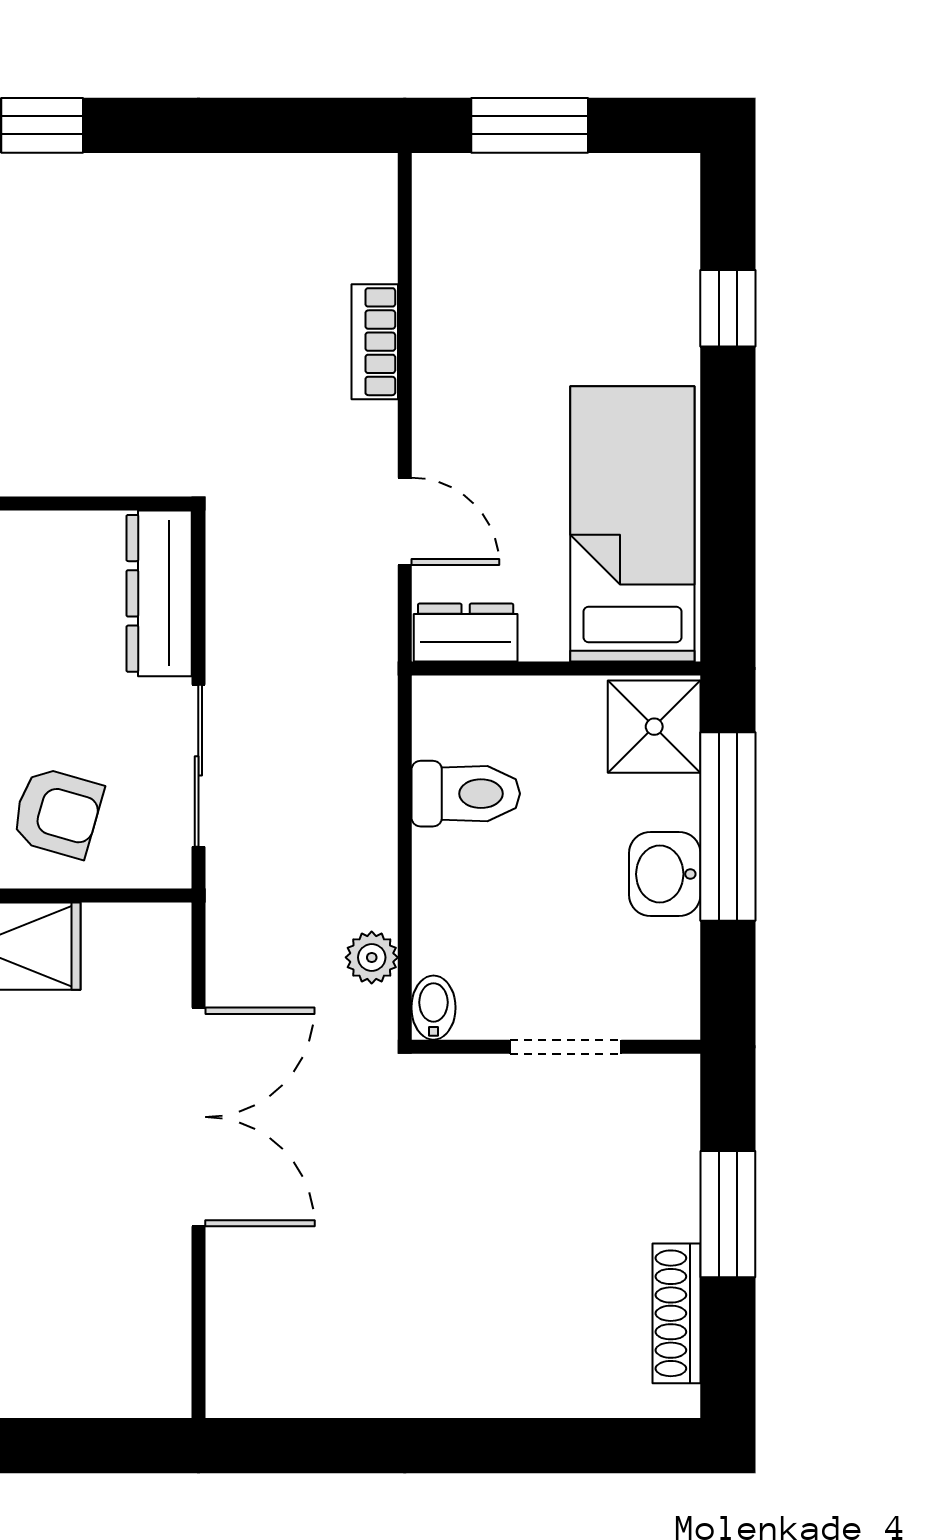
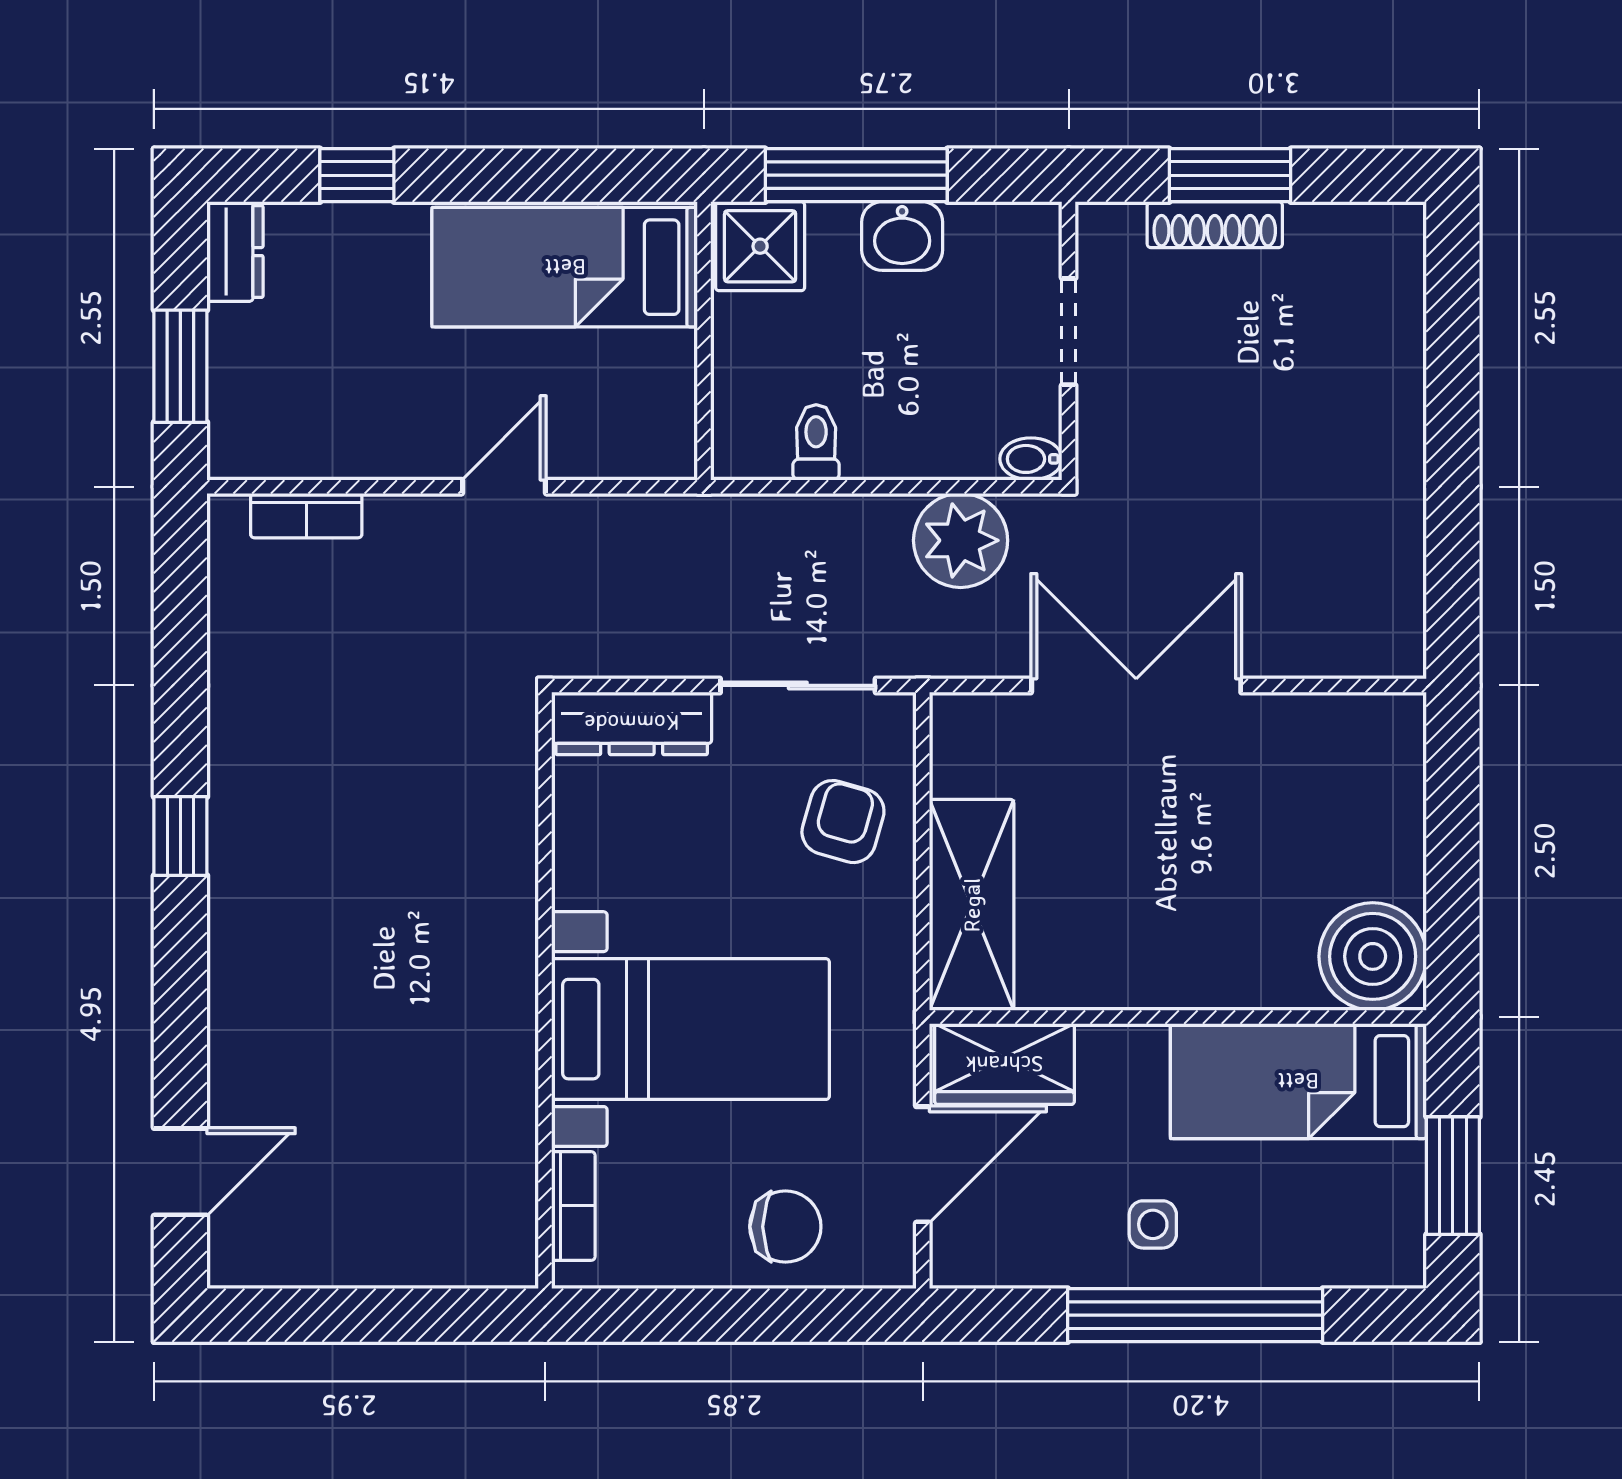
bookcase: (375, 342) -> (306, 516), moved
door: (405, 521) -> (504, 487), moved
dresser: (466, 633) -> (235, 252), moved, turned 180
toilet: (466, 794) -> (816, 442), width x0.73, depth x0.72
plant: (372, 957) -> (961, 540), width x1.88, depth x1.88
shoe rack: (677, 1313) -> (1215, 225), moved

